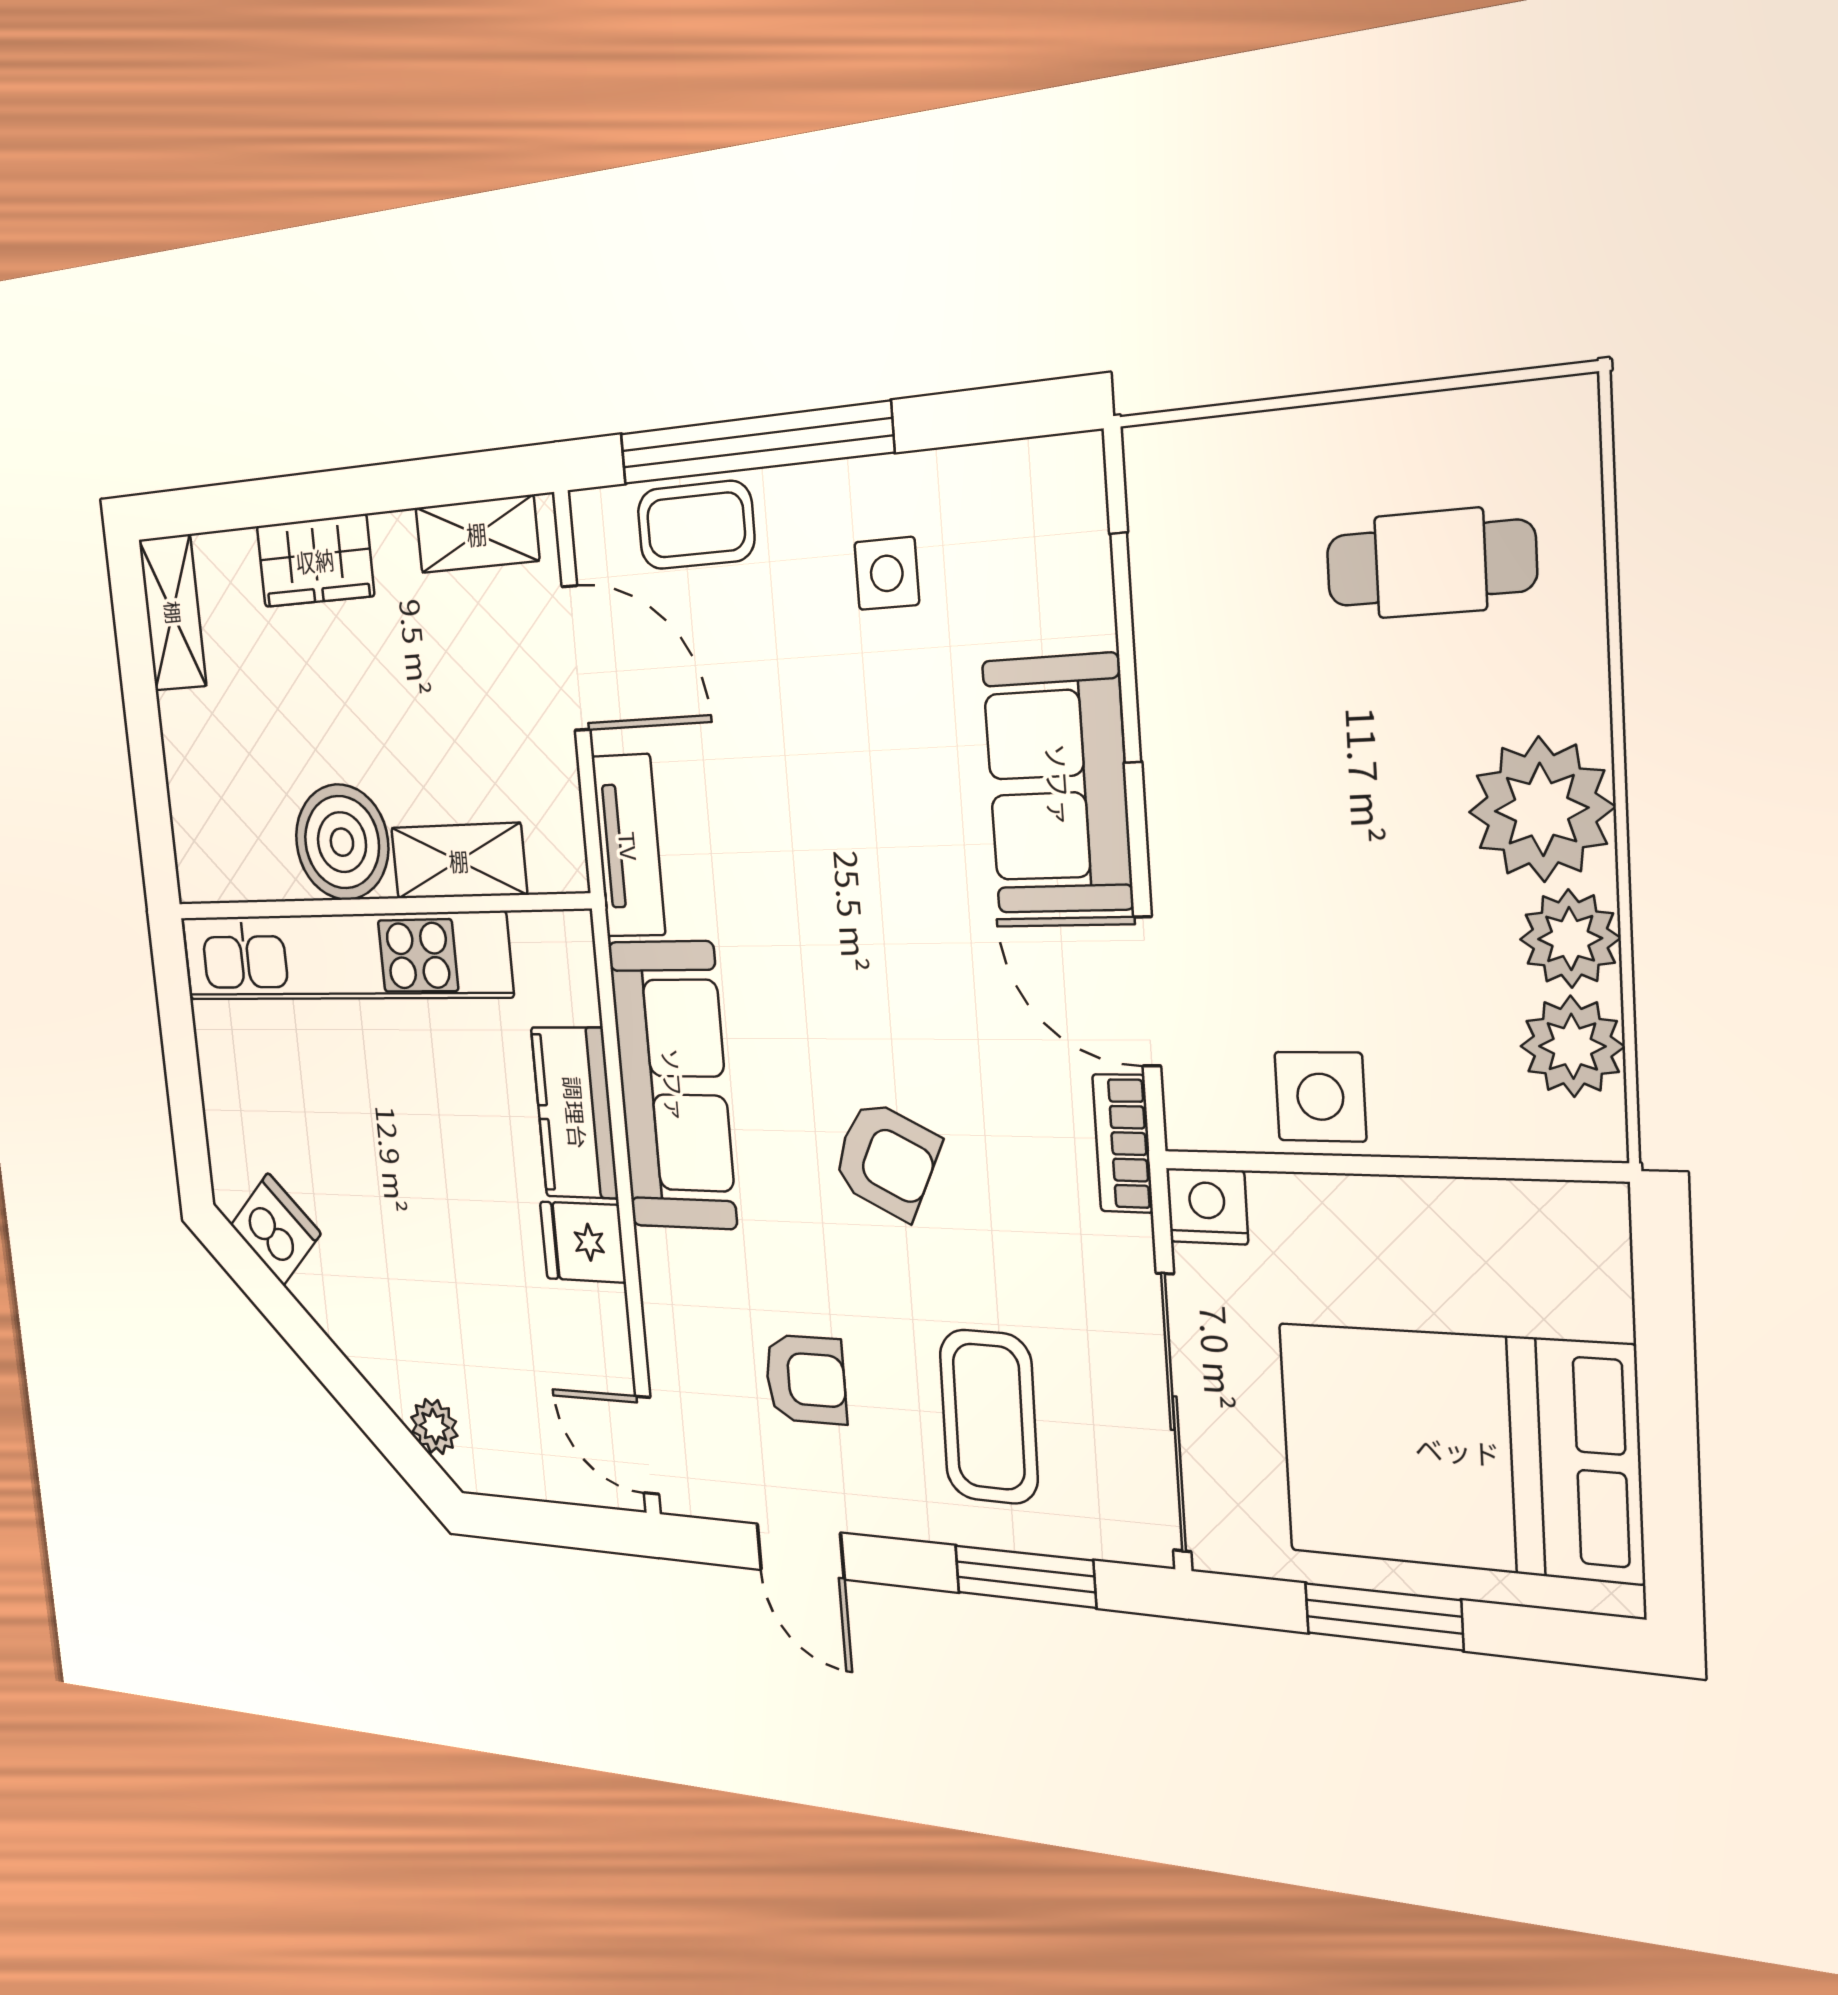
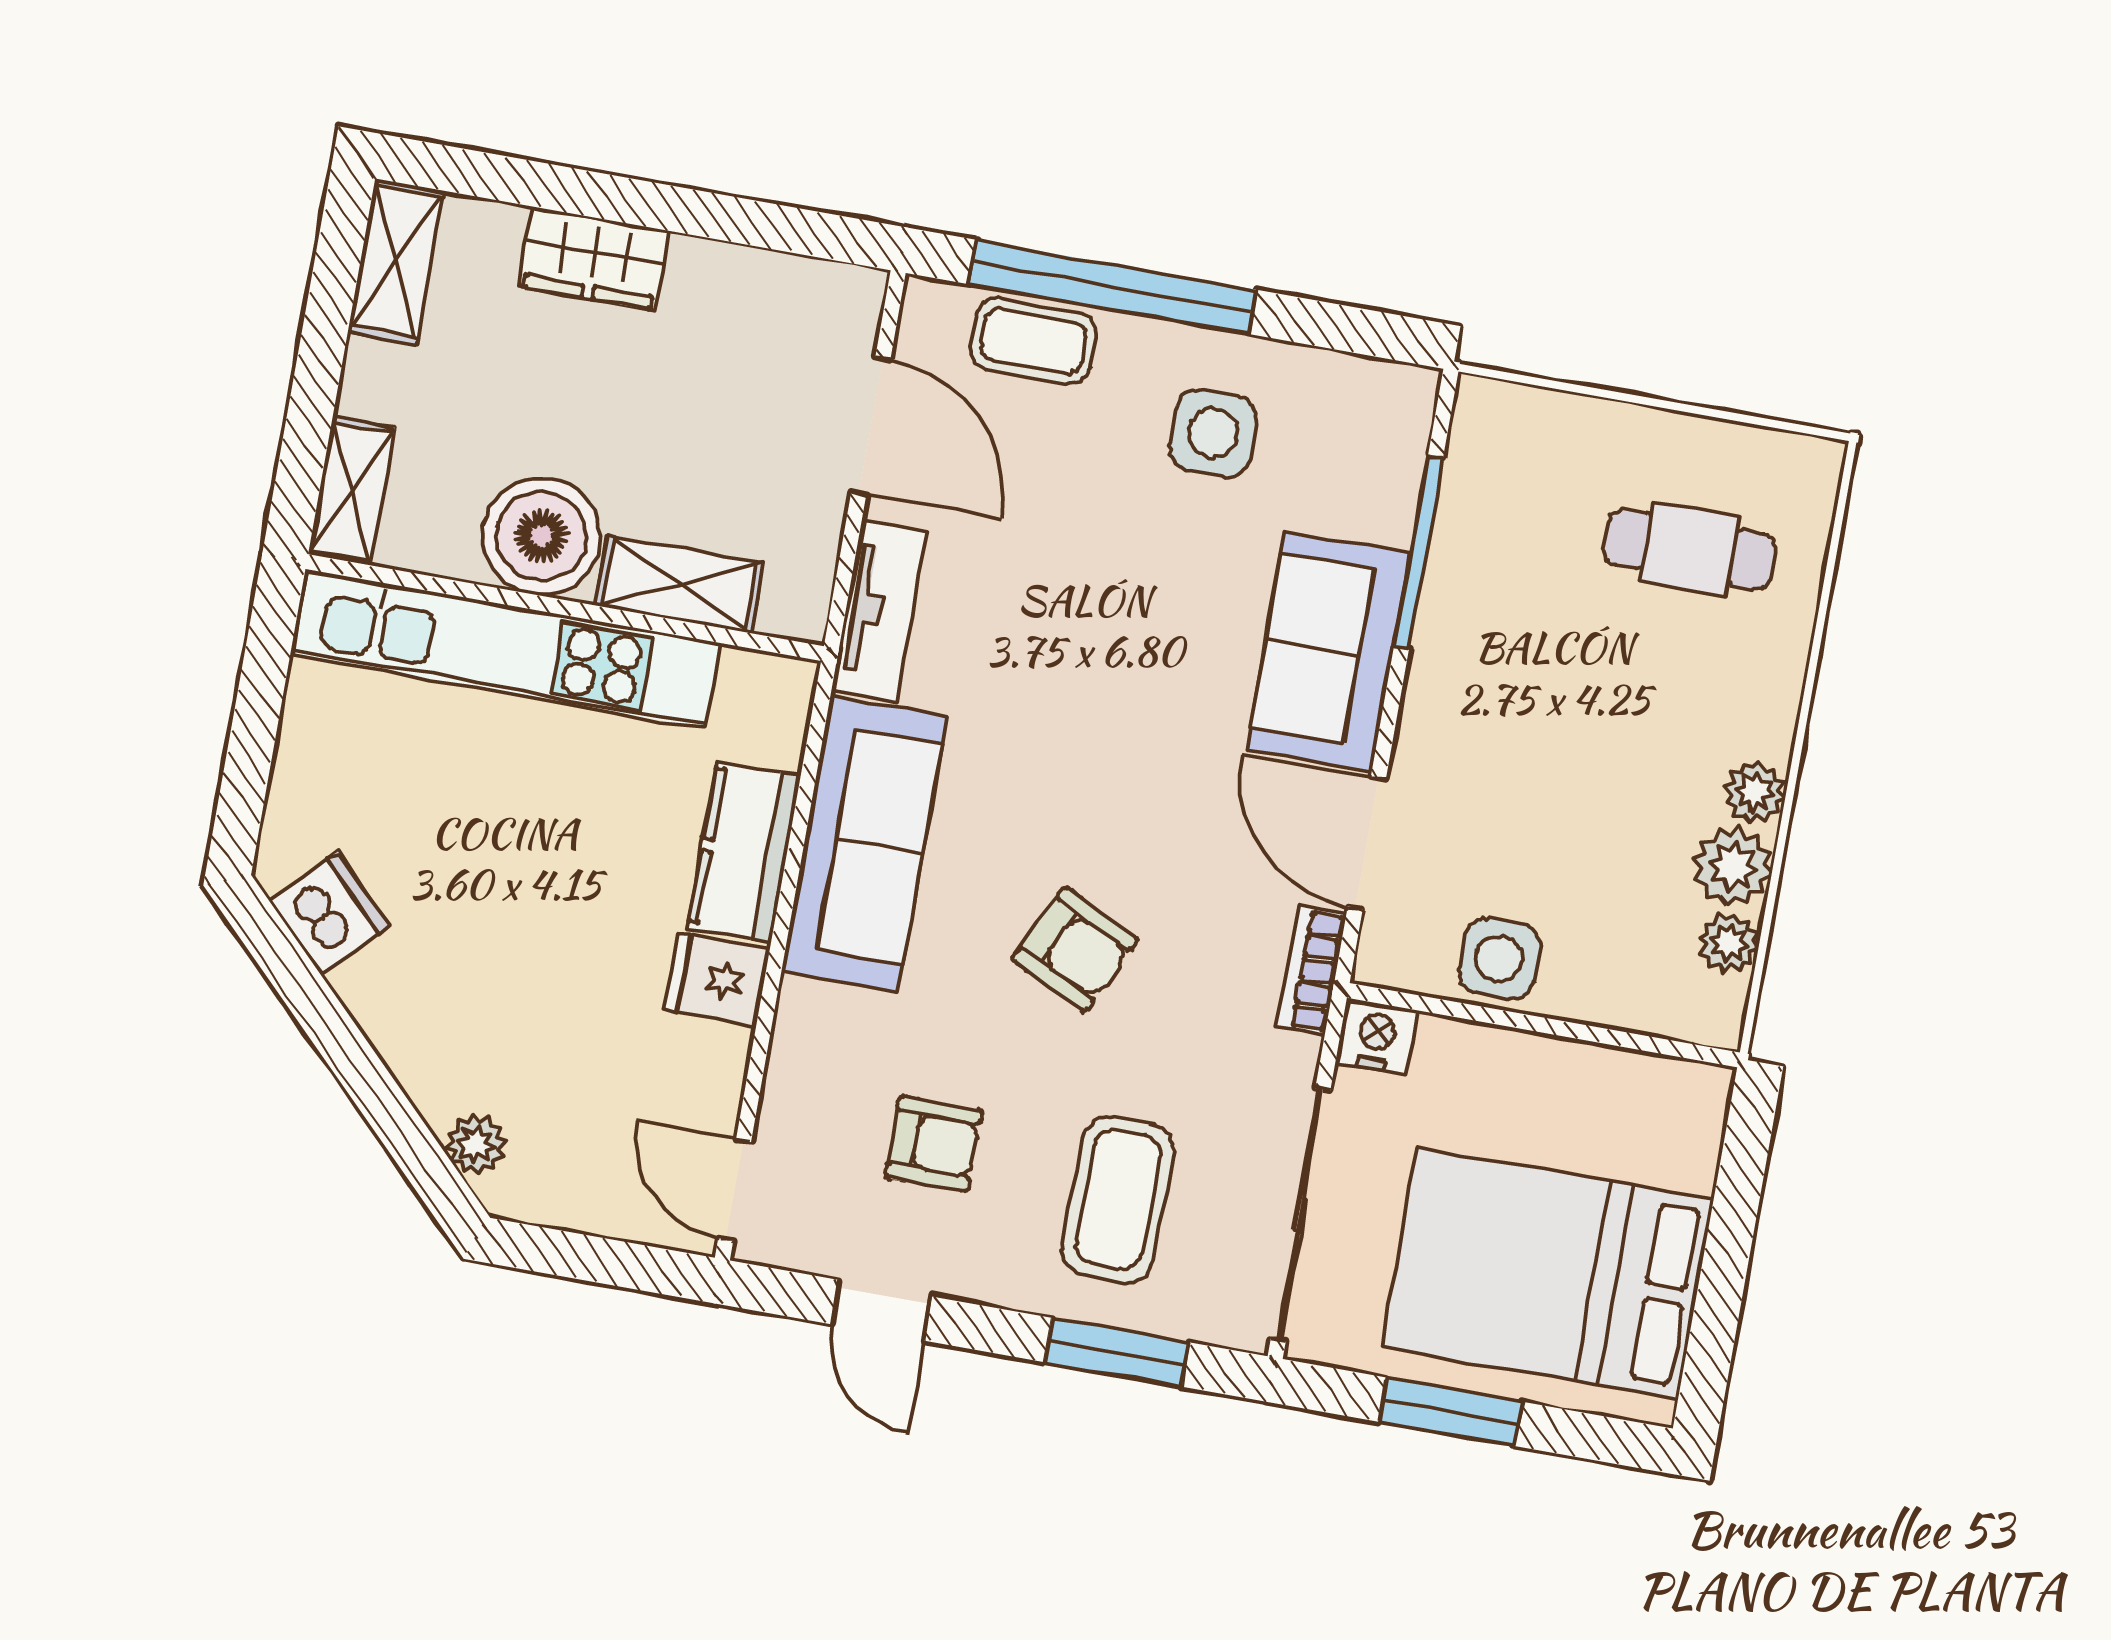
shelving: (477, 534) -> (351, 491), moved, turned 90
side table: (887, 573) -> (1213, 433), width x1.37, depth x1.37
plant: (1541, 809) -> (1755, 792), width x0.53, depth x0.53
plant: (1572, 1046) -> (1729, 943), width x0.73, depth x0.73

